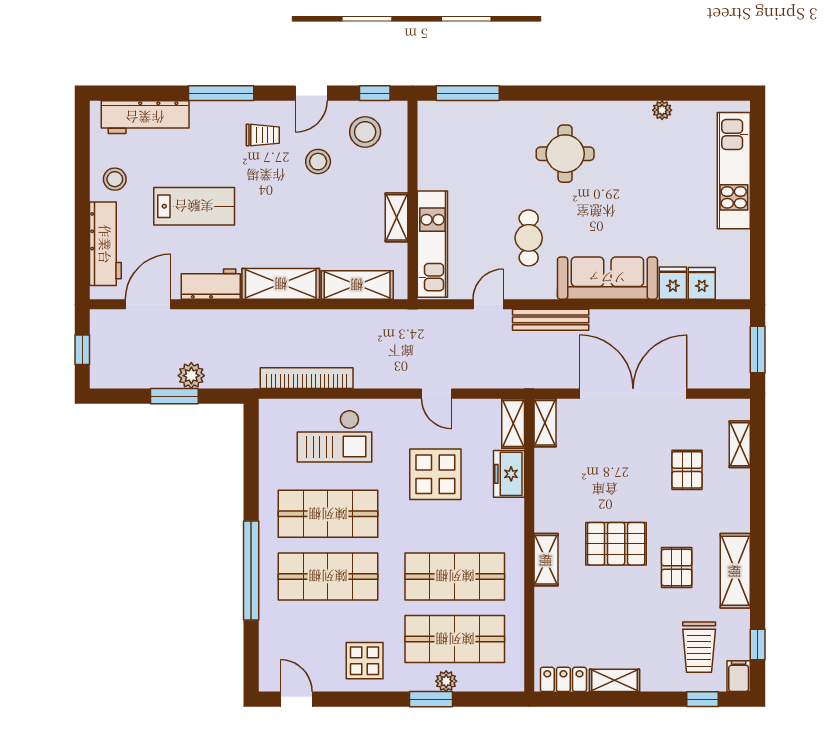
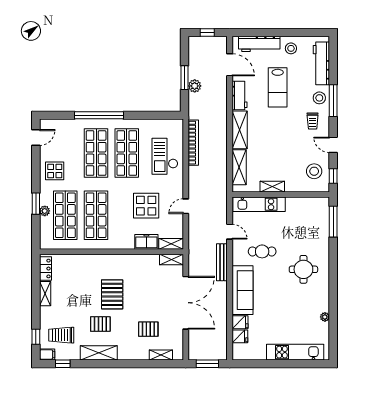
stool: (318, 162) -> (319, 98), moved
shelving: (546, 560) -> (104, 260), removed

